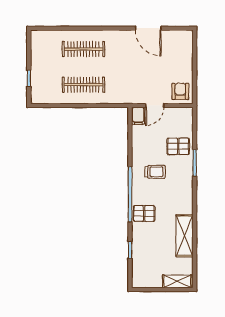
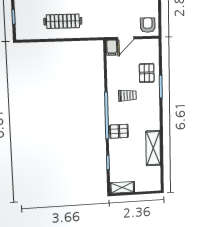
pallet: (178, 146) -> (147, 73), turned 90
shelving: (177, 281) -> (122, 187), moved

